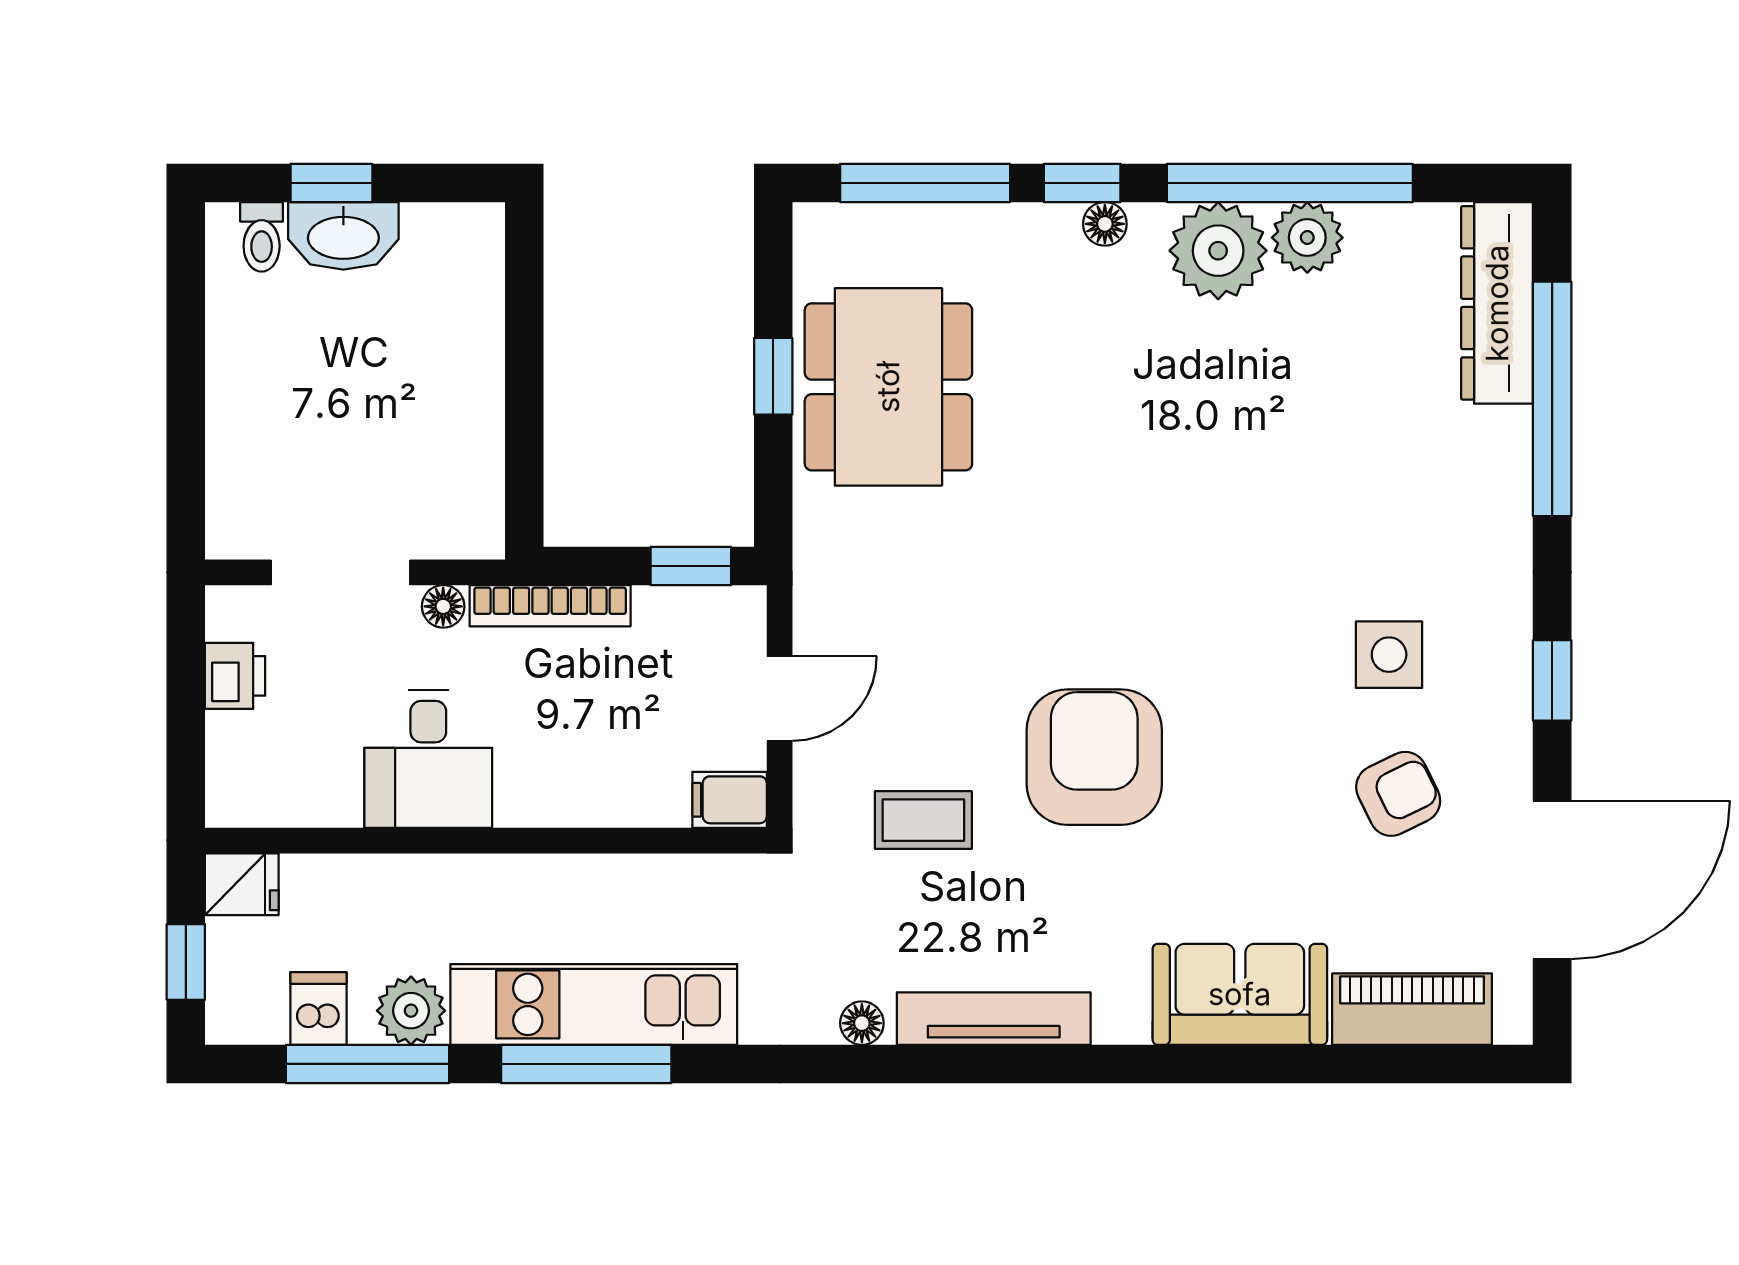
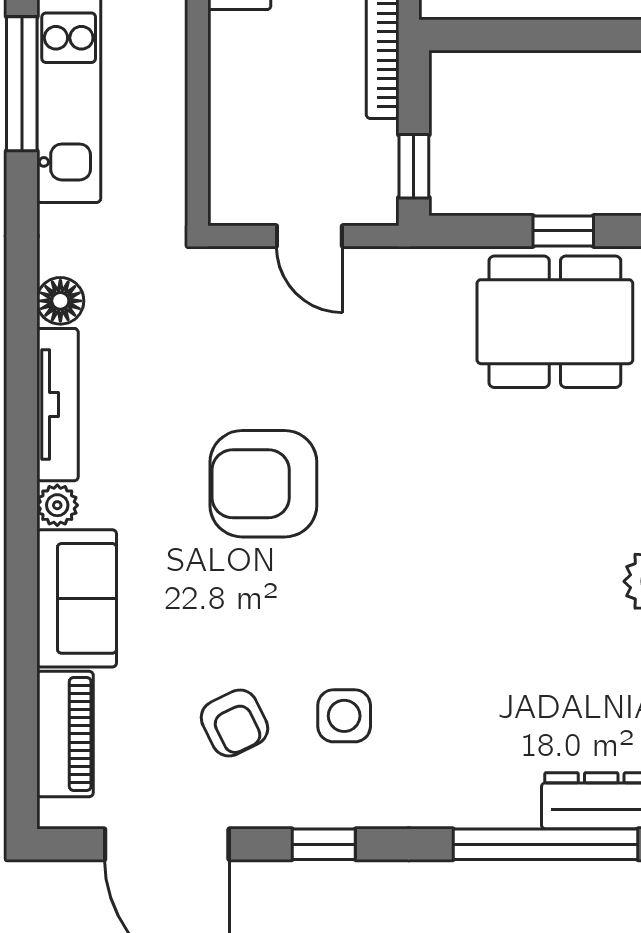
armchair: (1094, 757) -> (263, 484), turned 180
filing cabinet: (730, 800) -> (230, 197), removed
coffee table: (923, 820) -> (214, 349), removed
plant: (1122, 1019) -> (57, 505), added
floor lamp: (862, 1023) -> (60, 301), width x1.37, depth x1.37

